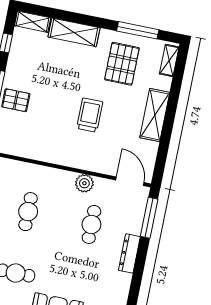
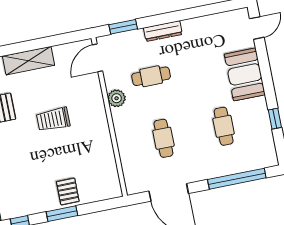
cafe table: (28, 212) -> (163, 138), turned 90
window: (149, 218) -> (123, 27), width x0.69

